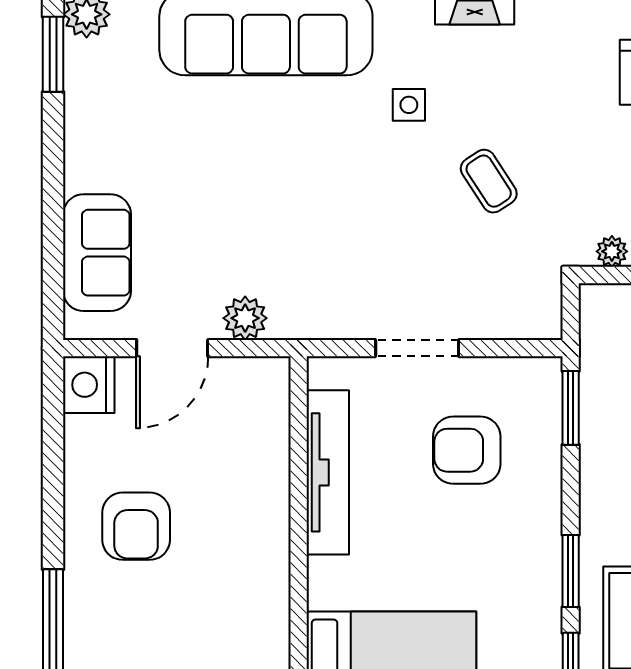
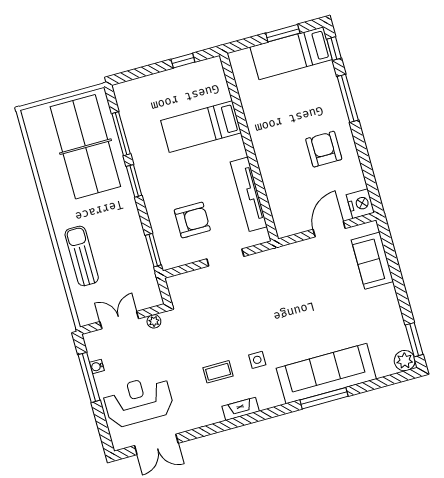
coffee table: (489, 181) -> (218, 372), moved, turned -57
plant: (245, 318) -> (302, 250), removed

